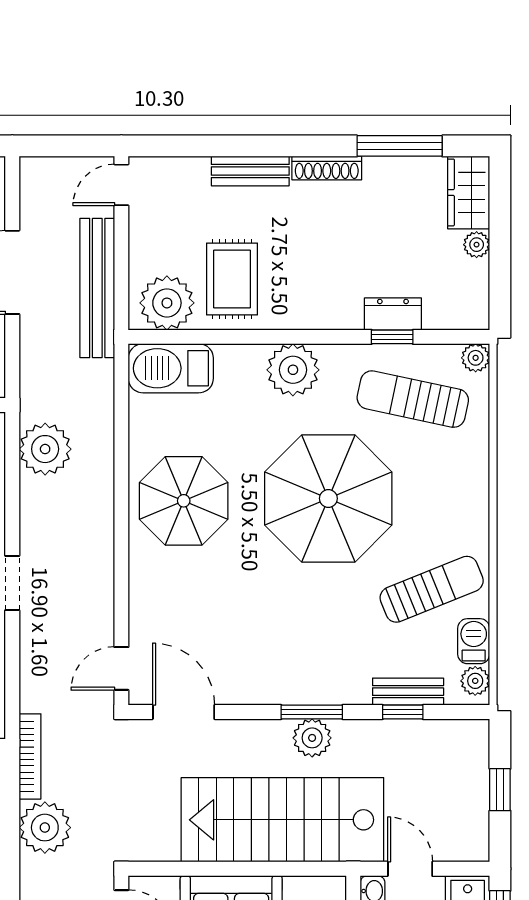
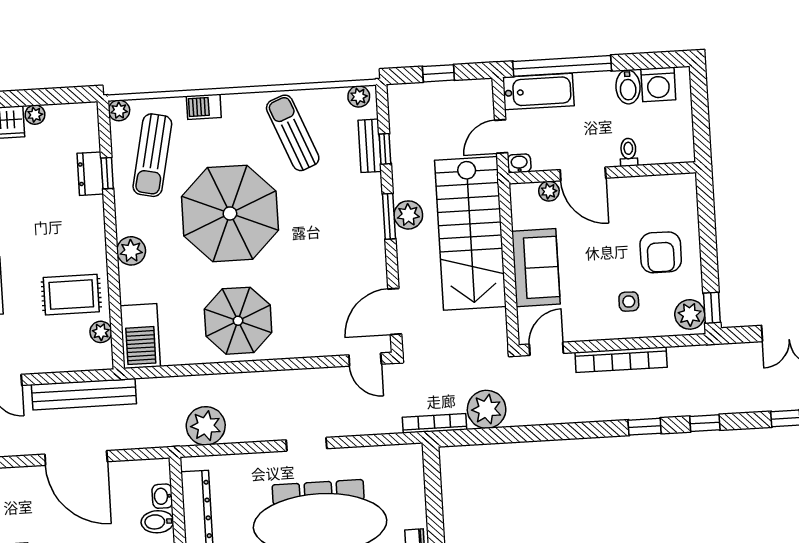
plant: (167, 303) -> (101, 332), width x0.53, depth x0.53
plant: (293, 370) -> (131, 251), width x0.73, depth x0.73
barbecue: (474, 641) -> (204, 107), moved

